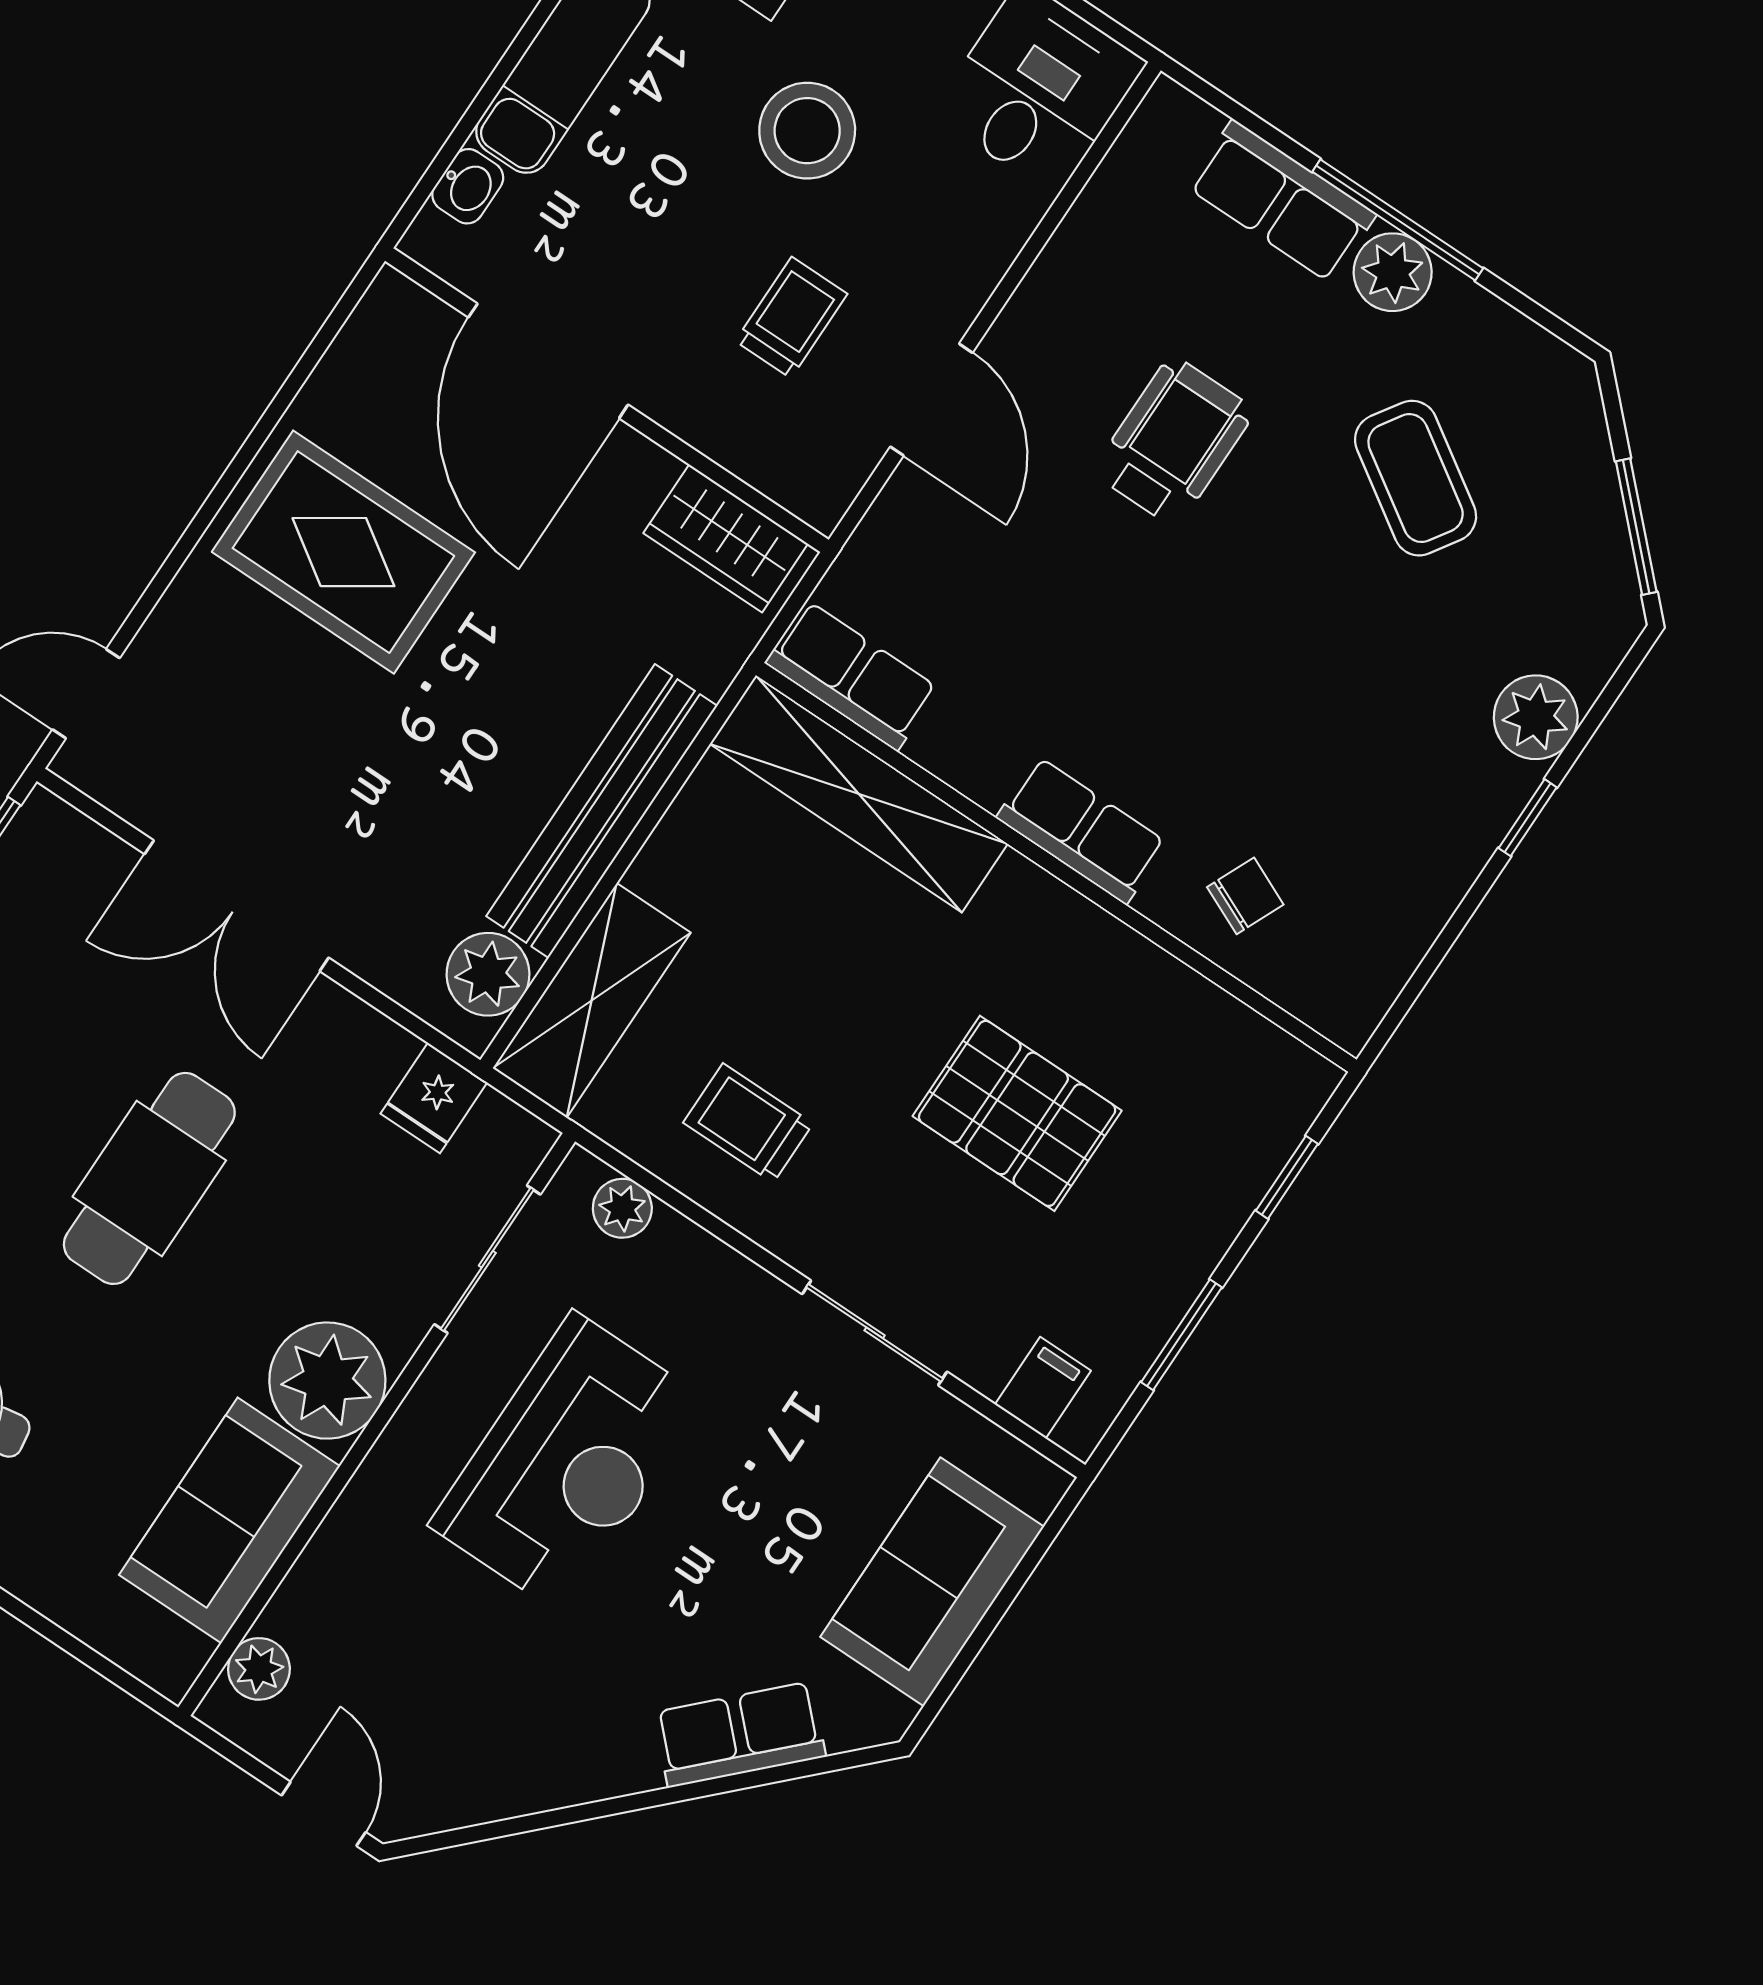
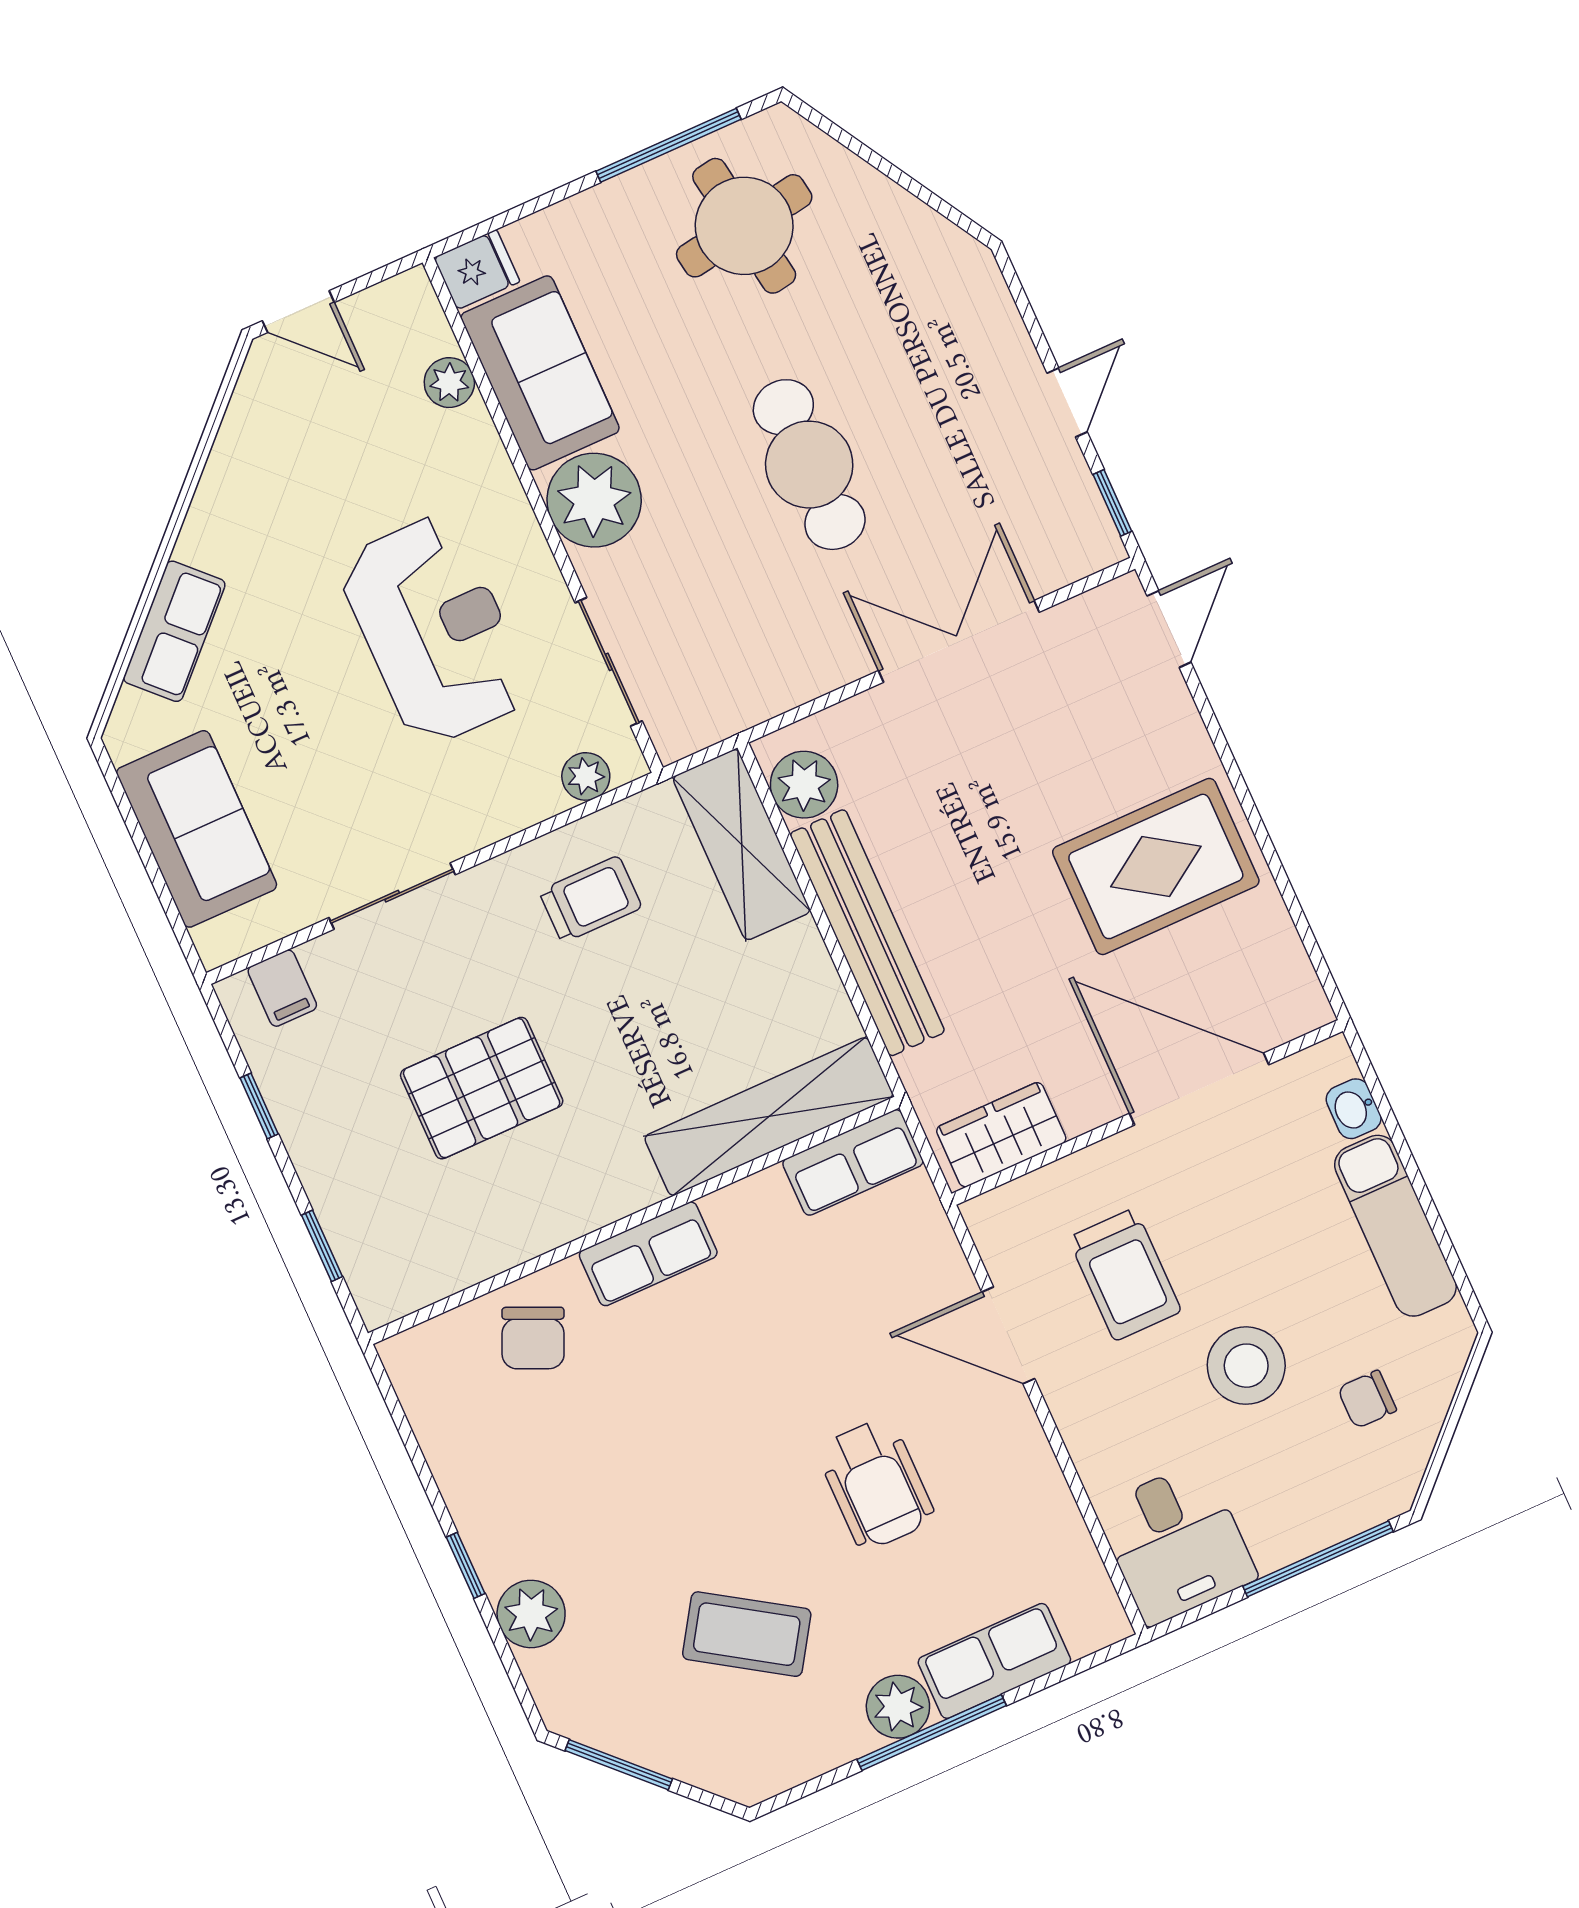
trolley: (791, 318) -> (1125, 1274), width x1.36, depth x1.39
chair: (1245, 896) -> (533, 1338), width x1.37, depth x1.37
fridge: (434, 1098) -> (477, 270), moved, turned 90
window: (1181, 1335) -> (259, 1106), width x0.67
reception desk: (568, 1462) -> (435, 630), turned 180
plant: (259, 1669) -> (449, 383), moved

